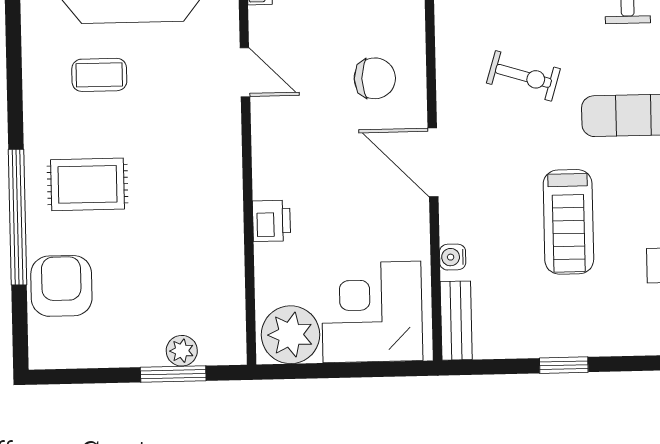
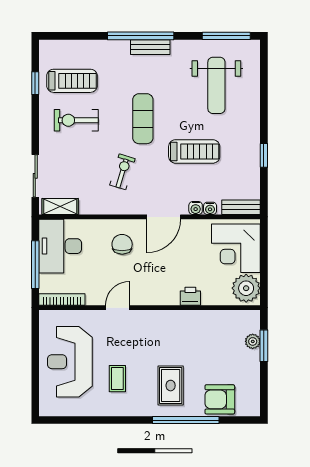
water cooler: (453, 227) -> (196, 208), added

